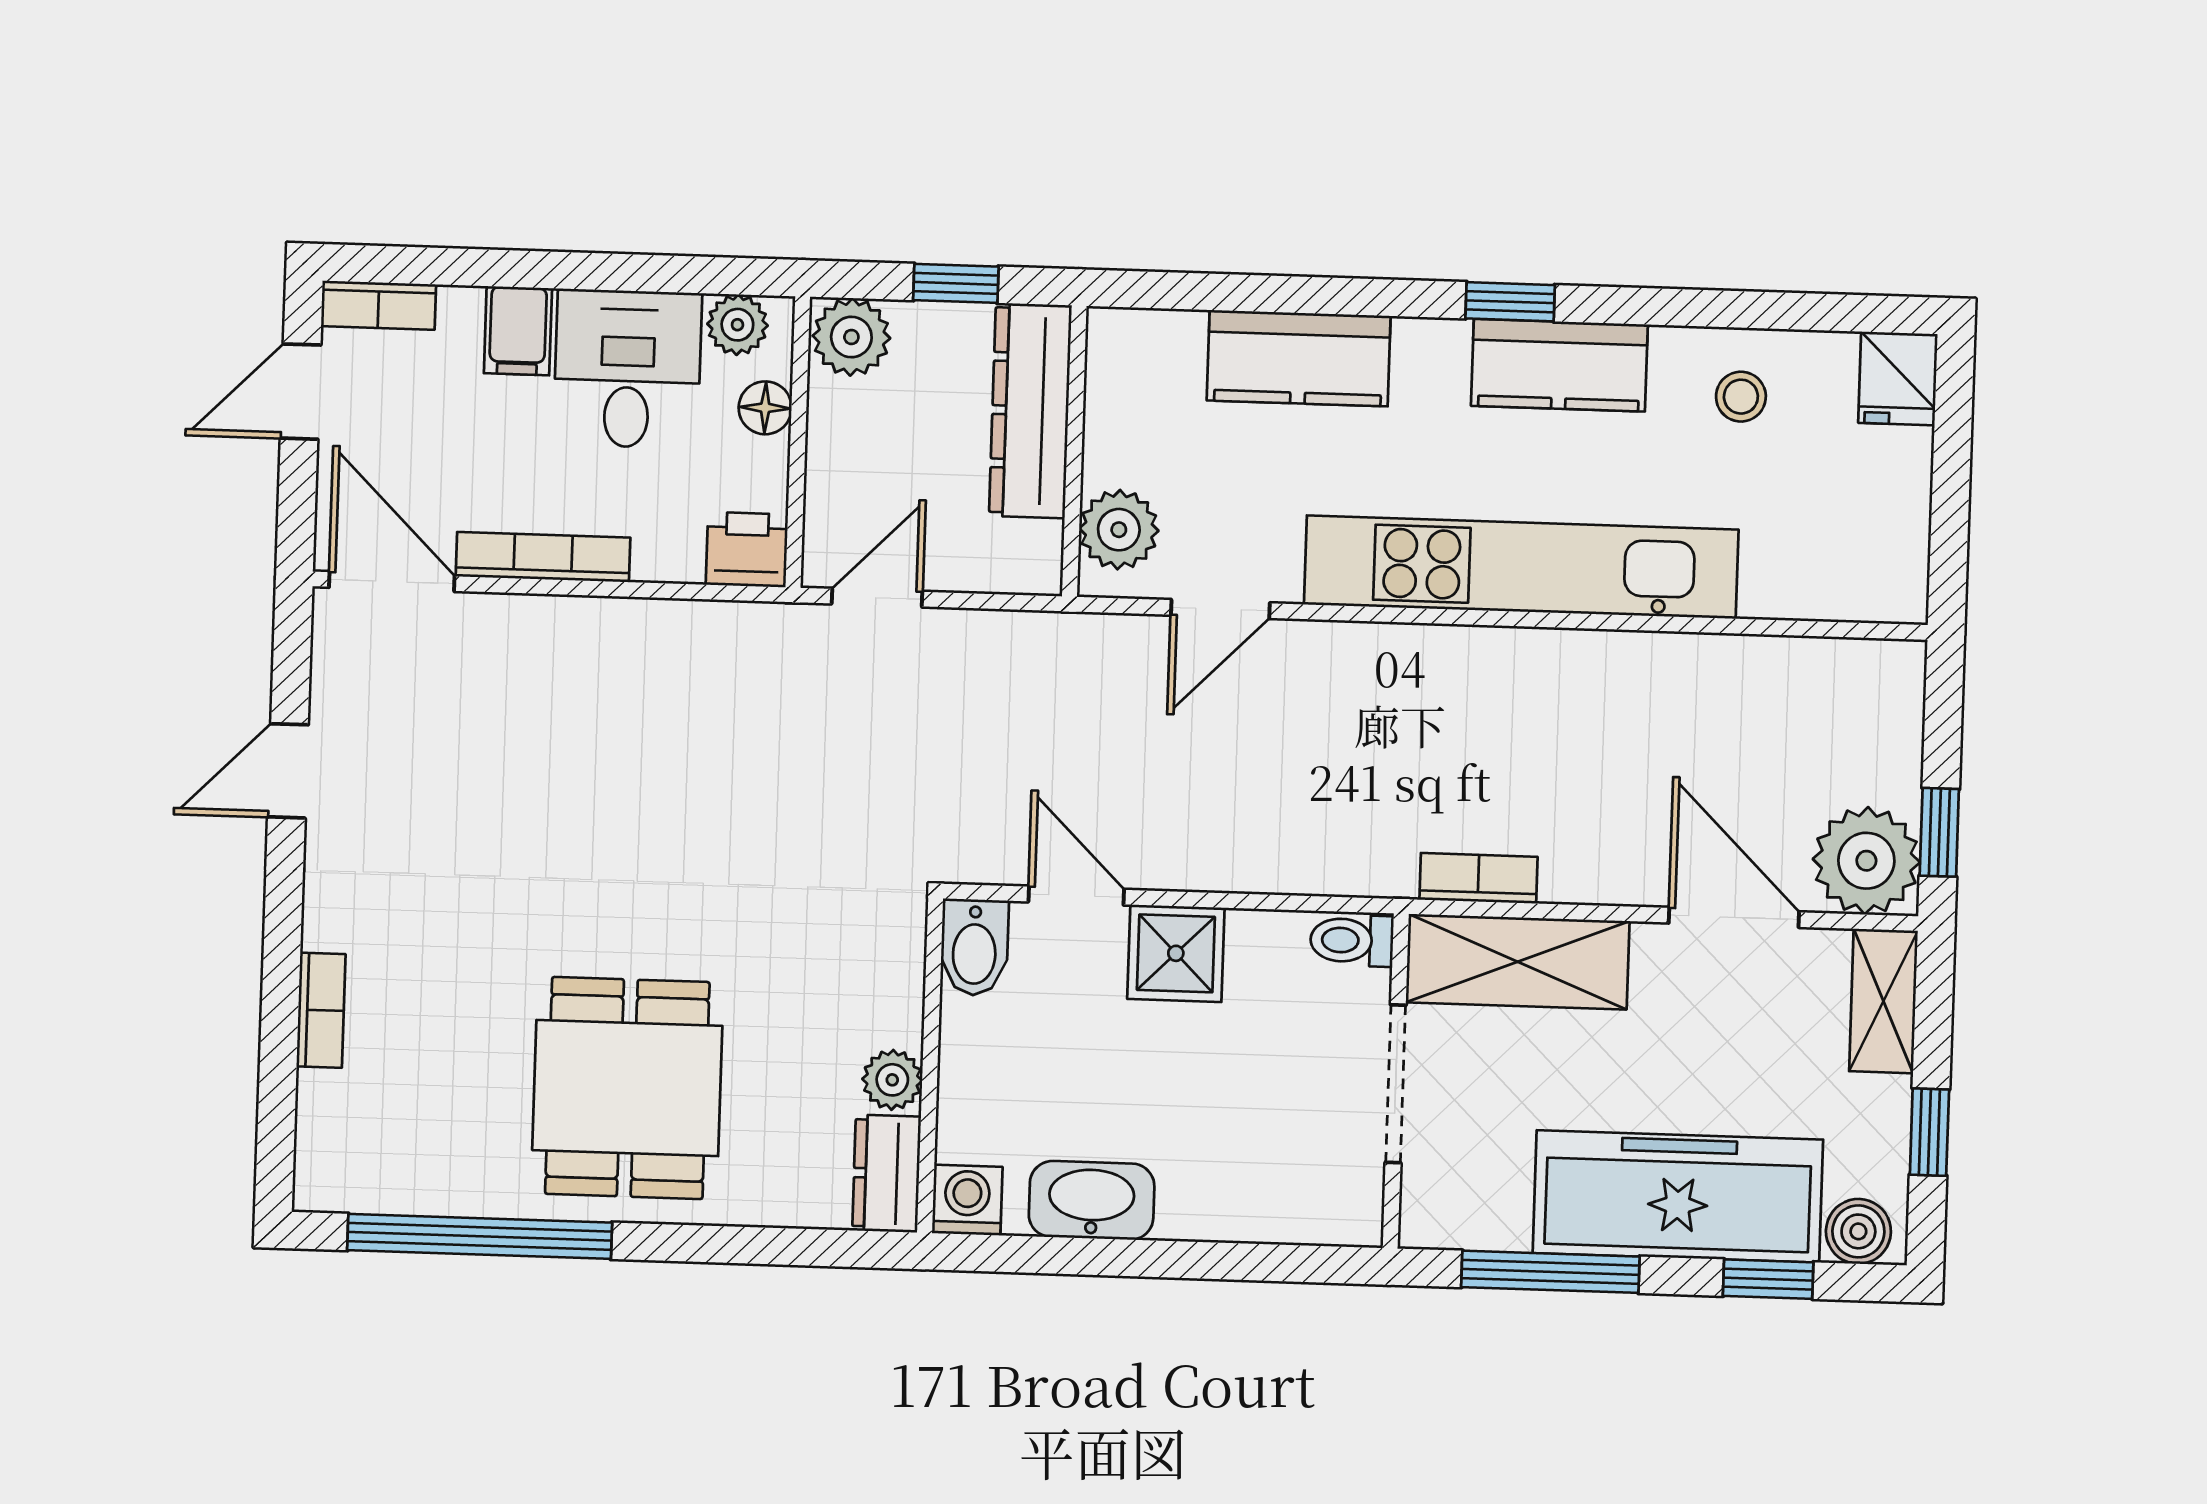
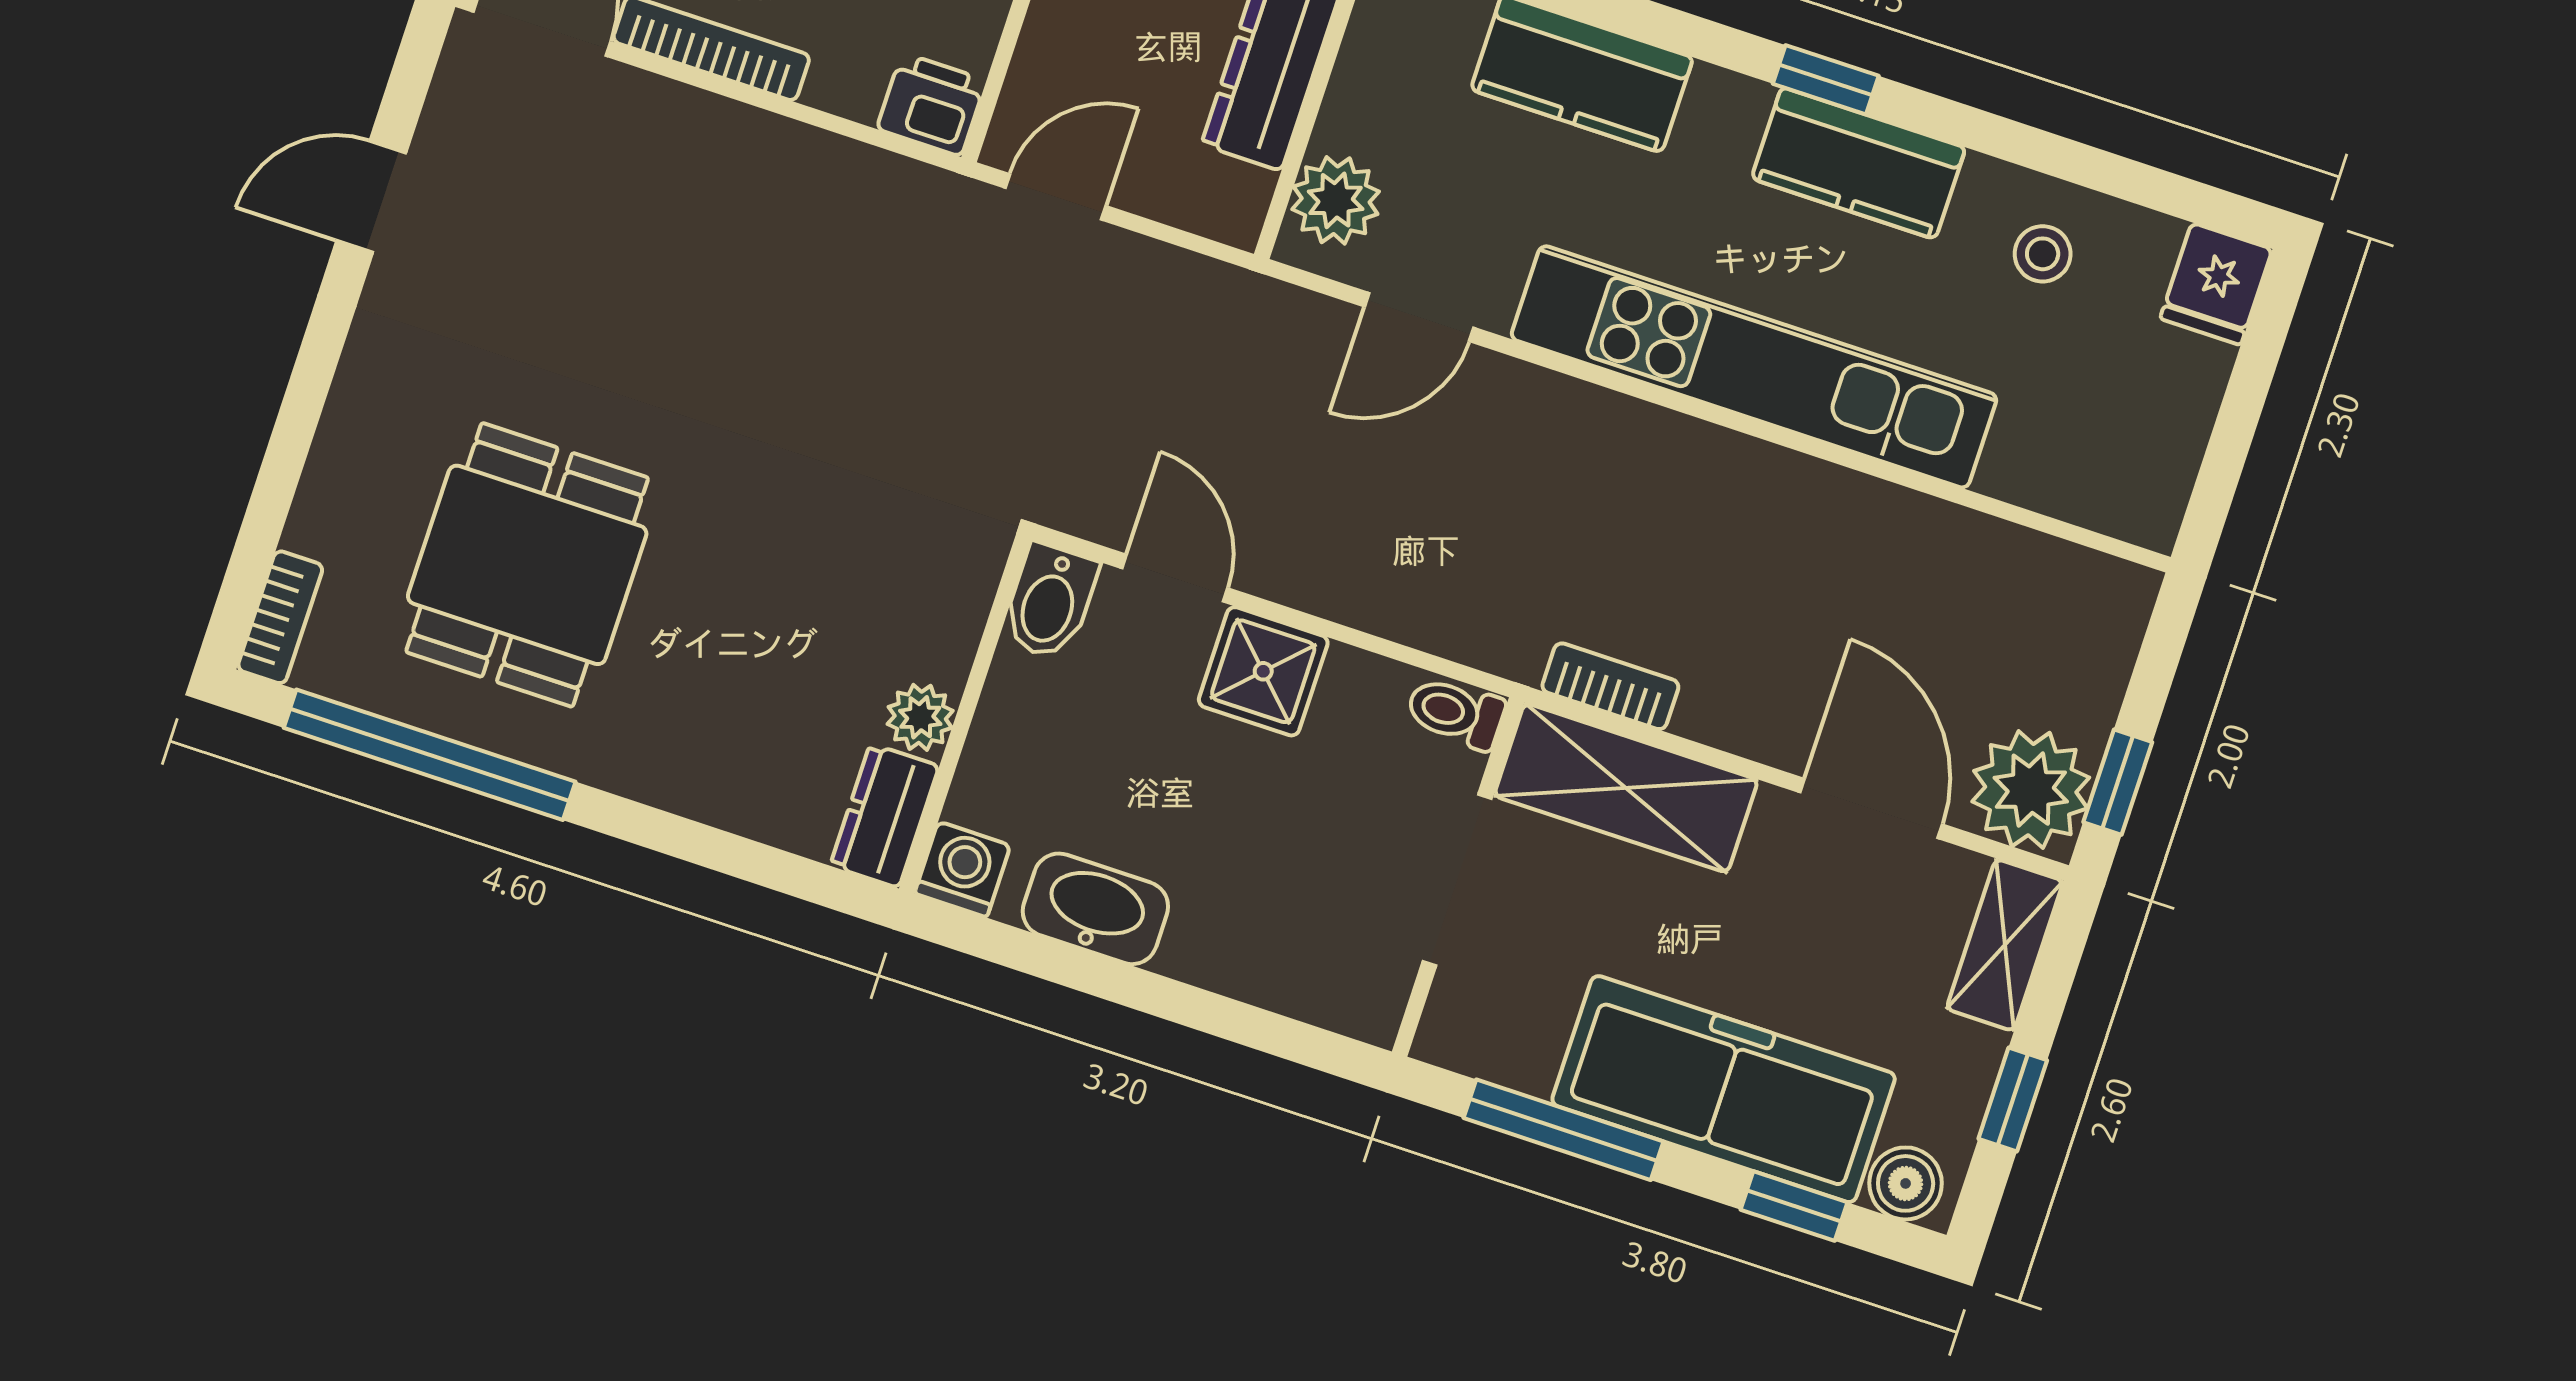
bookcase: (321, 1010) -> (280, 617), moved
dining table: (627, 1088) -> (527, 565), moved

